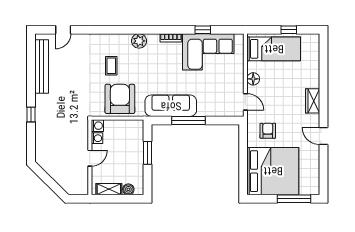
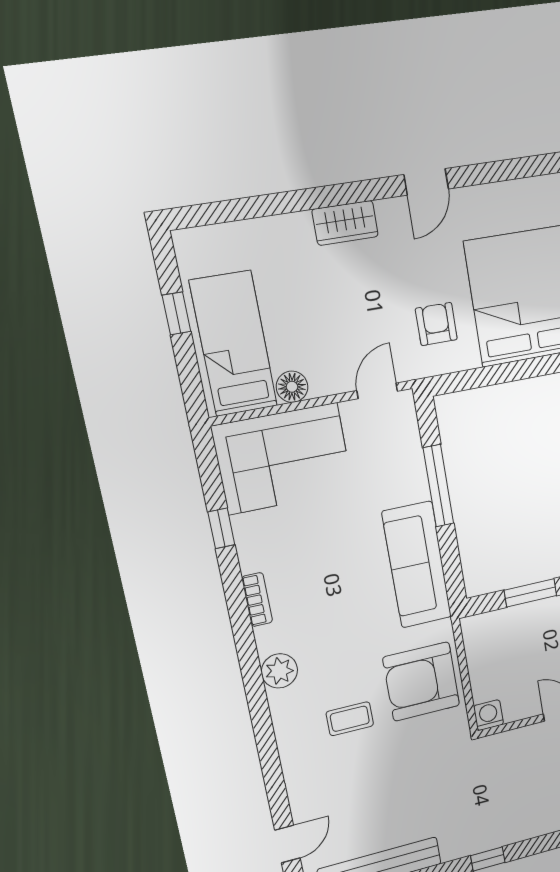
door: (63, 30) -> (287, 844), hinge flipped
corner sofa: (208, 52) -> (283, 459), moved, turned 90
floor lamp: (253, 79) -> (292, 387), moved
window: (189, 120) -> (438, 486), moved
armchair: (268, 131) -> (436, 324), turned 90
washing machine: (97, 138) -> (516, 709), removed

